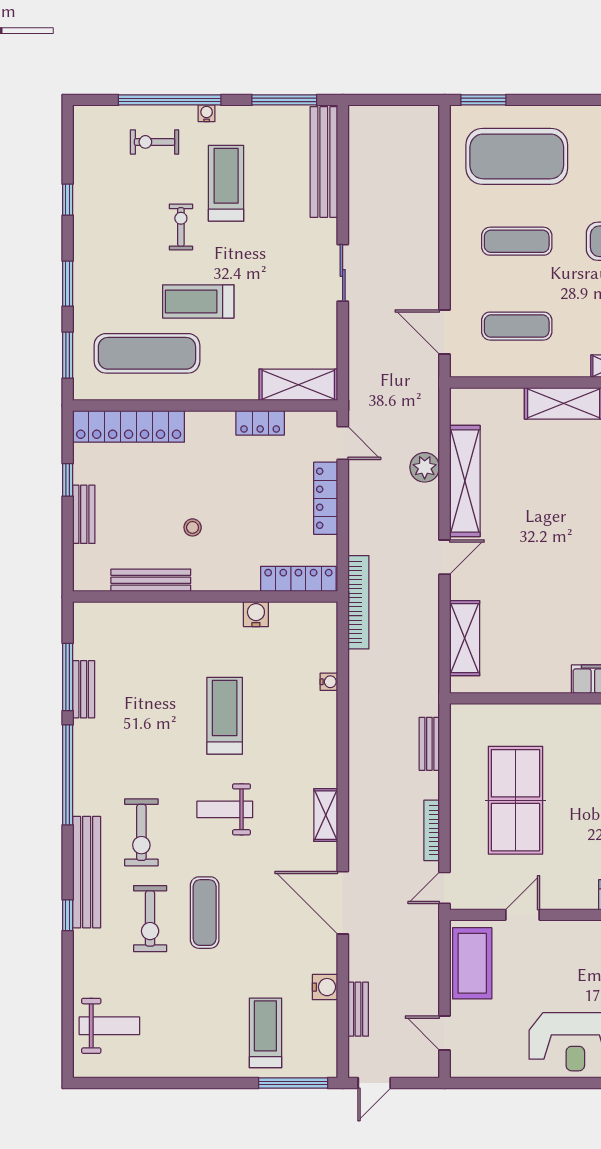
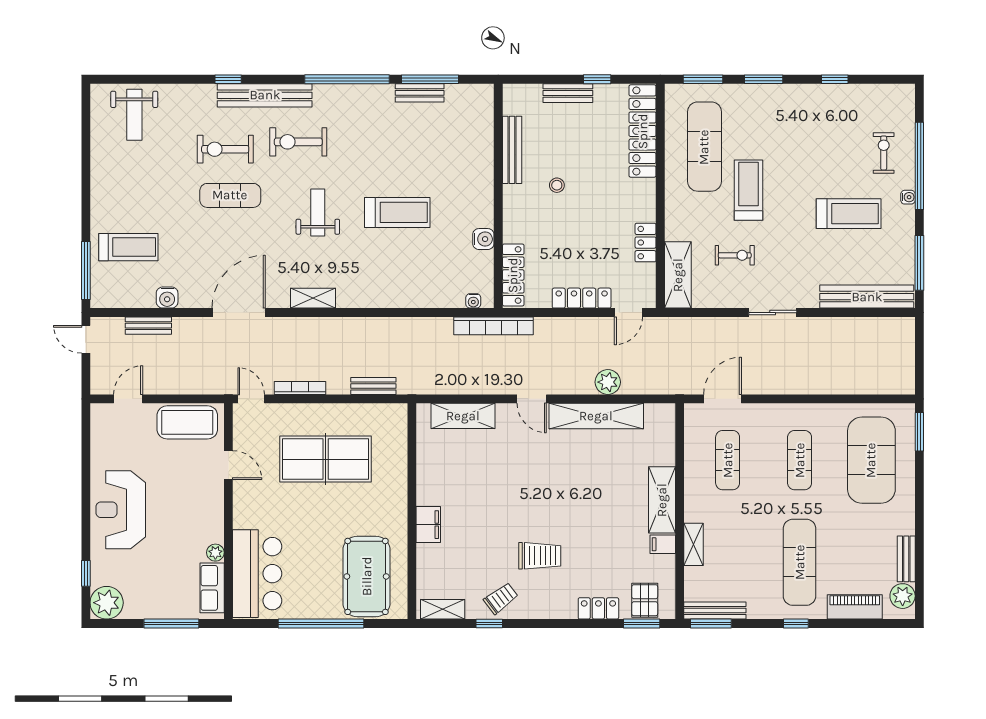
exercise bike: (181, 227) -> (735, 255), moved
water cooler: (329, 682) -> (473, 301), moved

